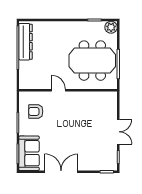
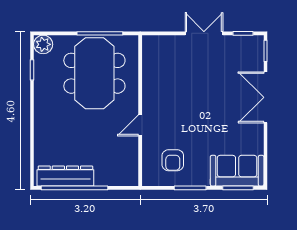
double door: (61, 172) -> (265, 97), moved

